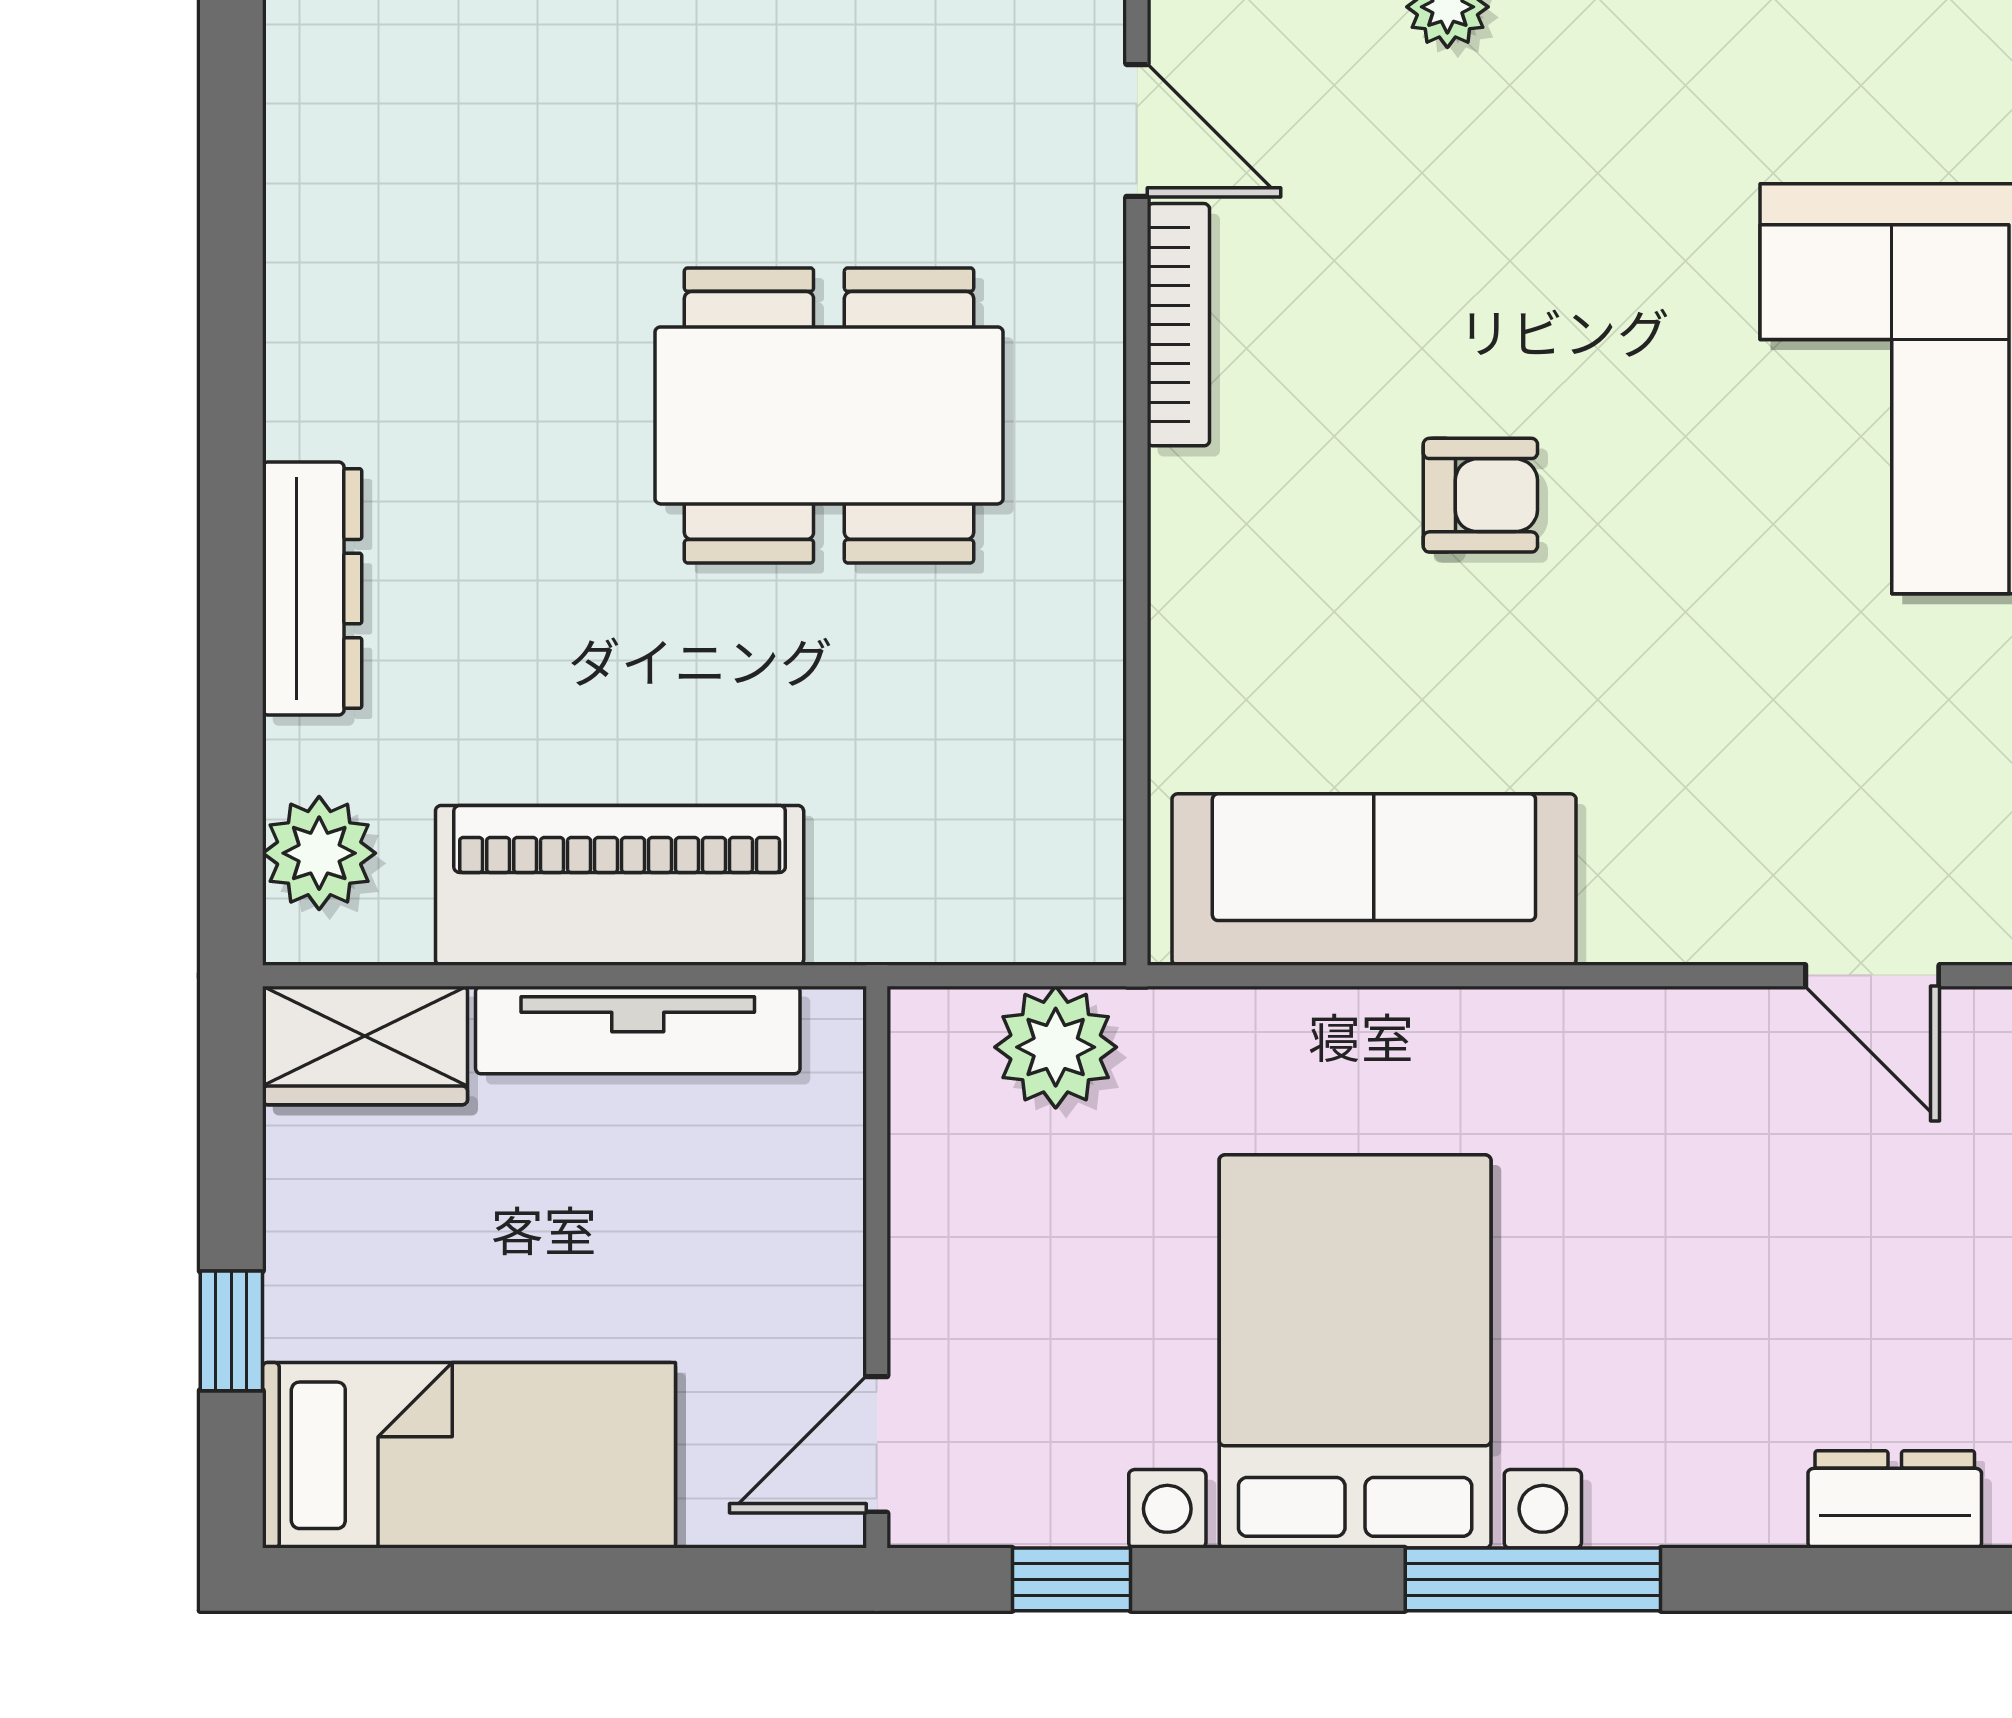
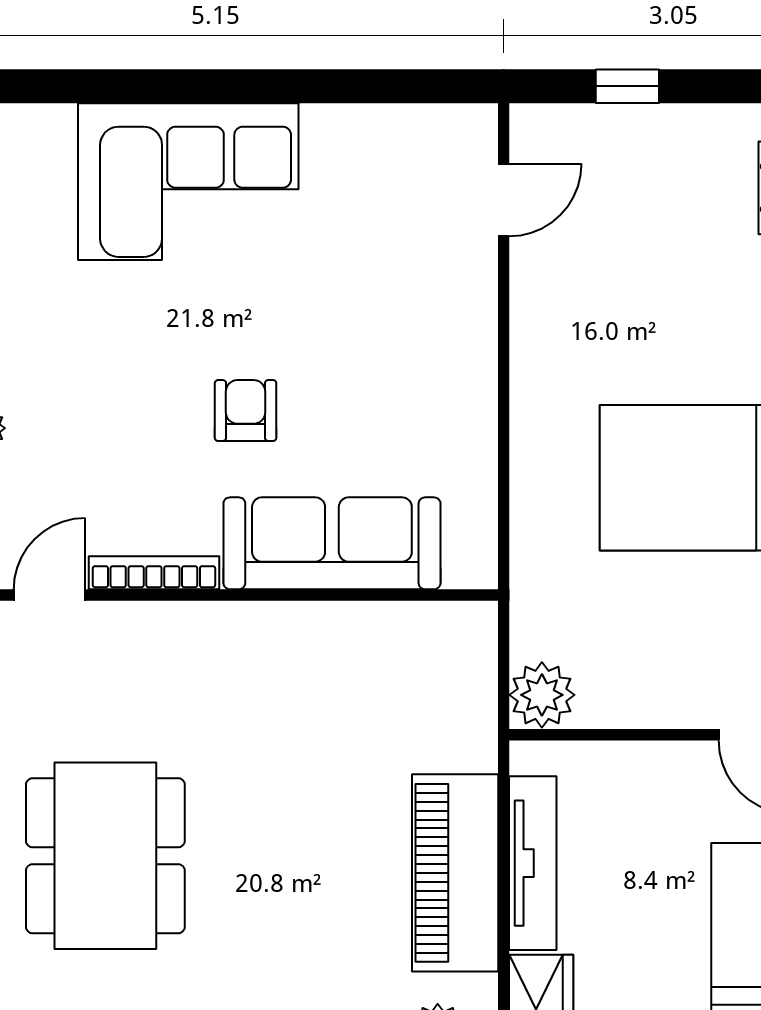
dining table: (829, 415) -> (105, 856), moved
sofa: (1374, 880) -> (332, 543), moved, turned 90
plant: (1056, 1047) -> (542, 695), moved

